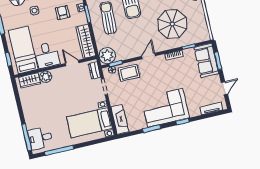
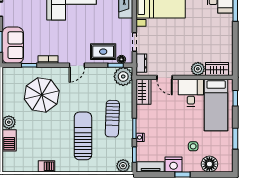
armchair: (63, 12) -> (162, 137), removed
wardrobe: (86, 41) -> (143, 92), width x0.67

